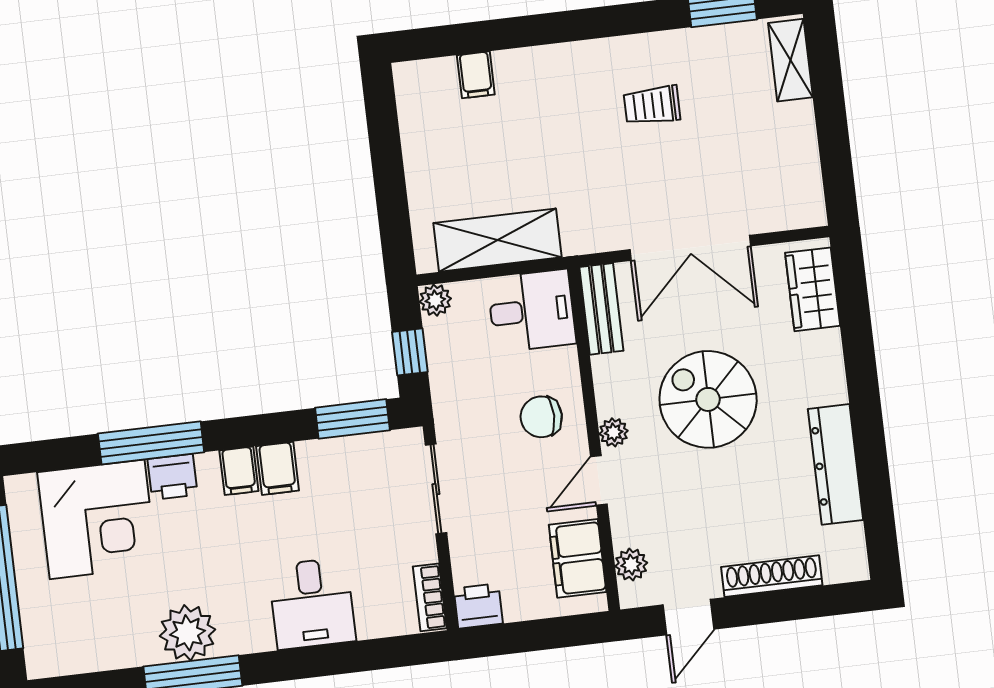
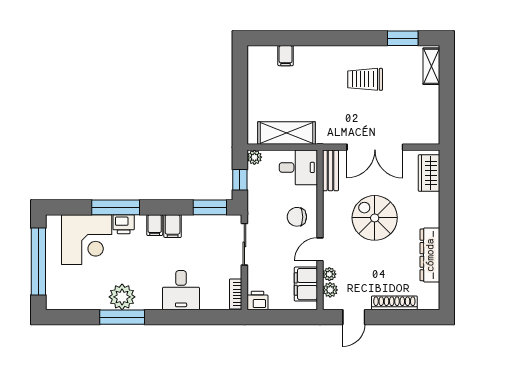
trolley: (652, 105) -> (365, 79), width x1.36, depth x1.39
plant: (614, 432) -> (329, 274), moved

